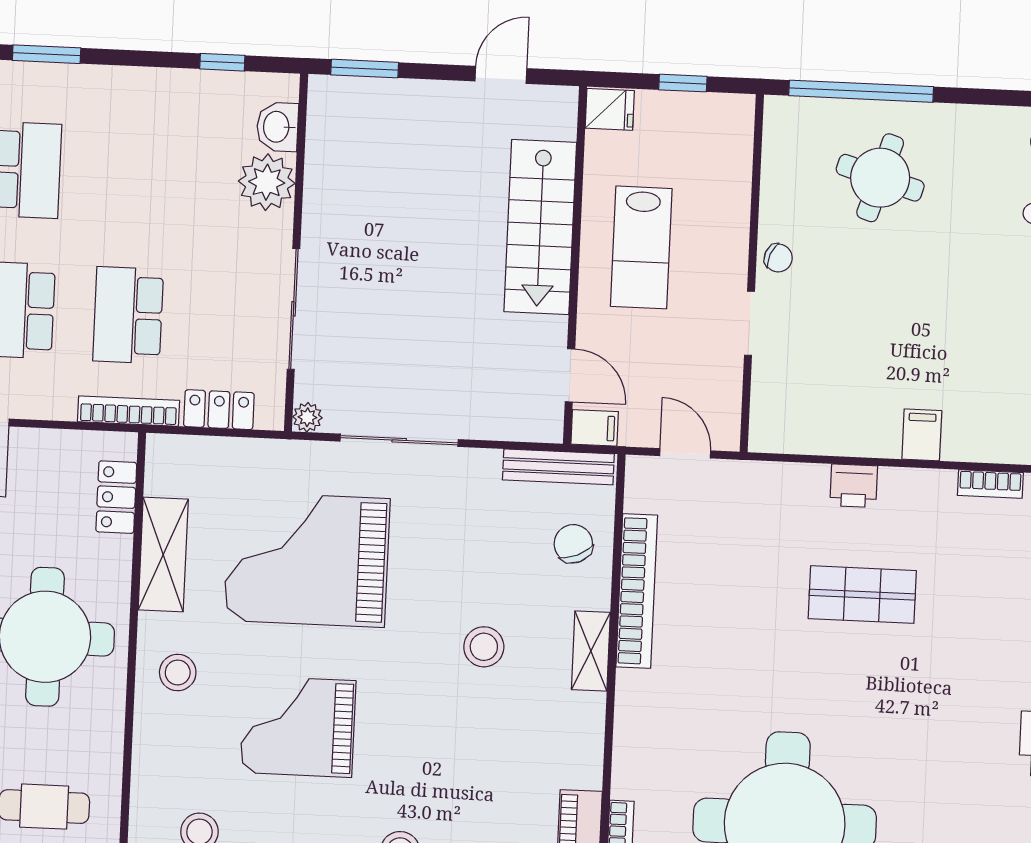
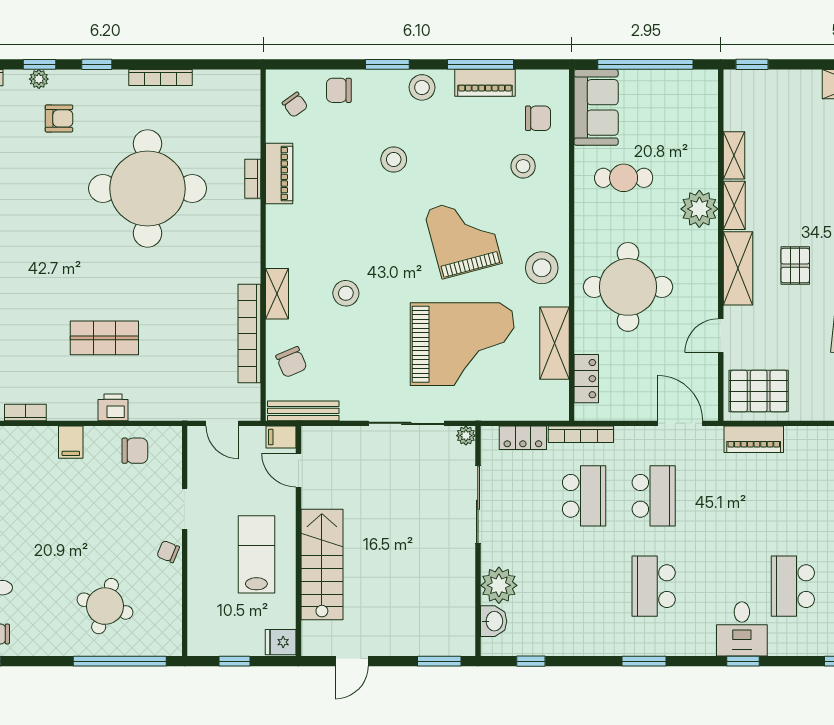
chair: (823, 417) -> (135, 451), added
stool: (178, 673) -> (542, 268), width x1.38, depth x1.38
grand piano: (298, 727) -> (463, 237), turned -105

